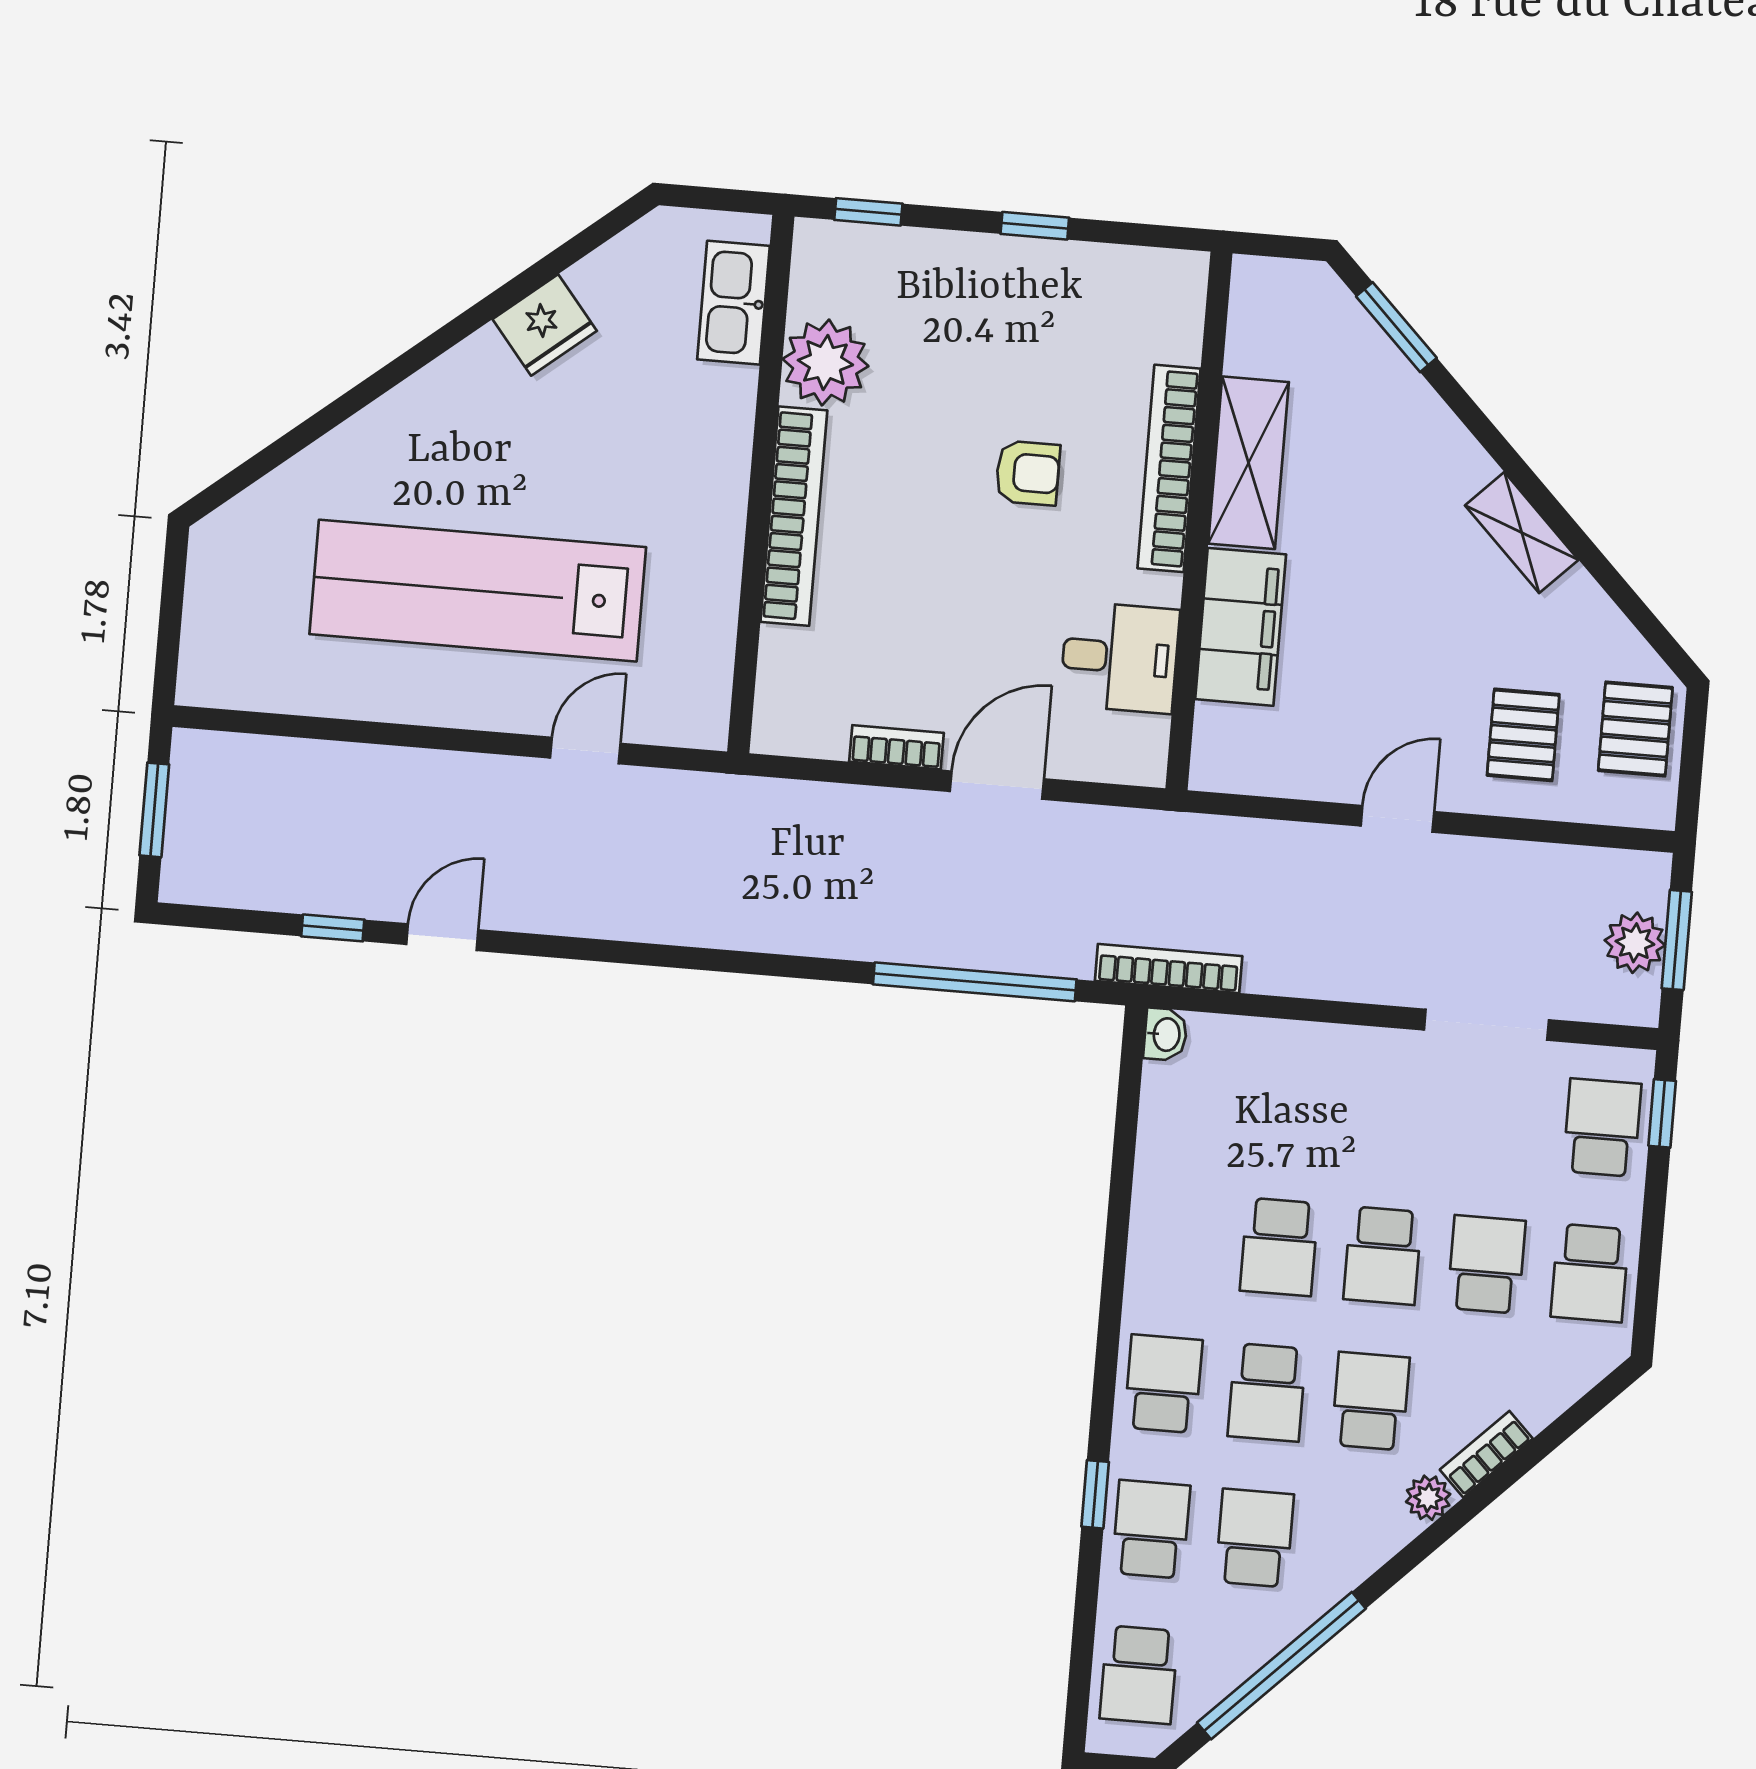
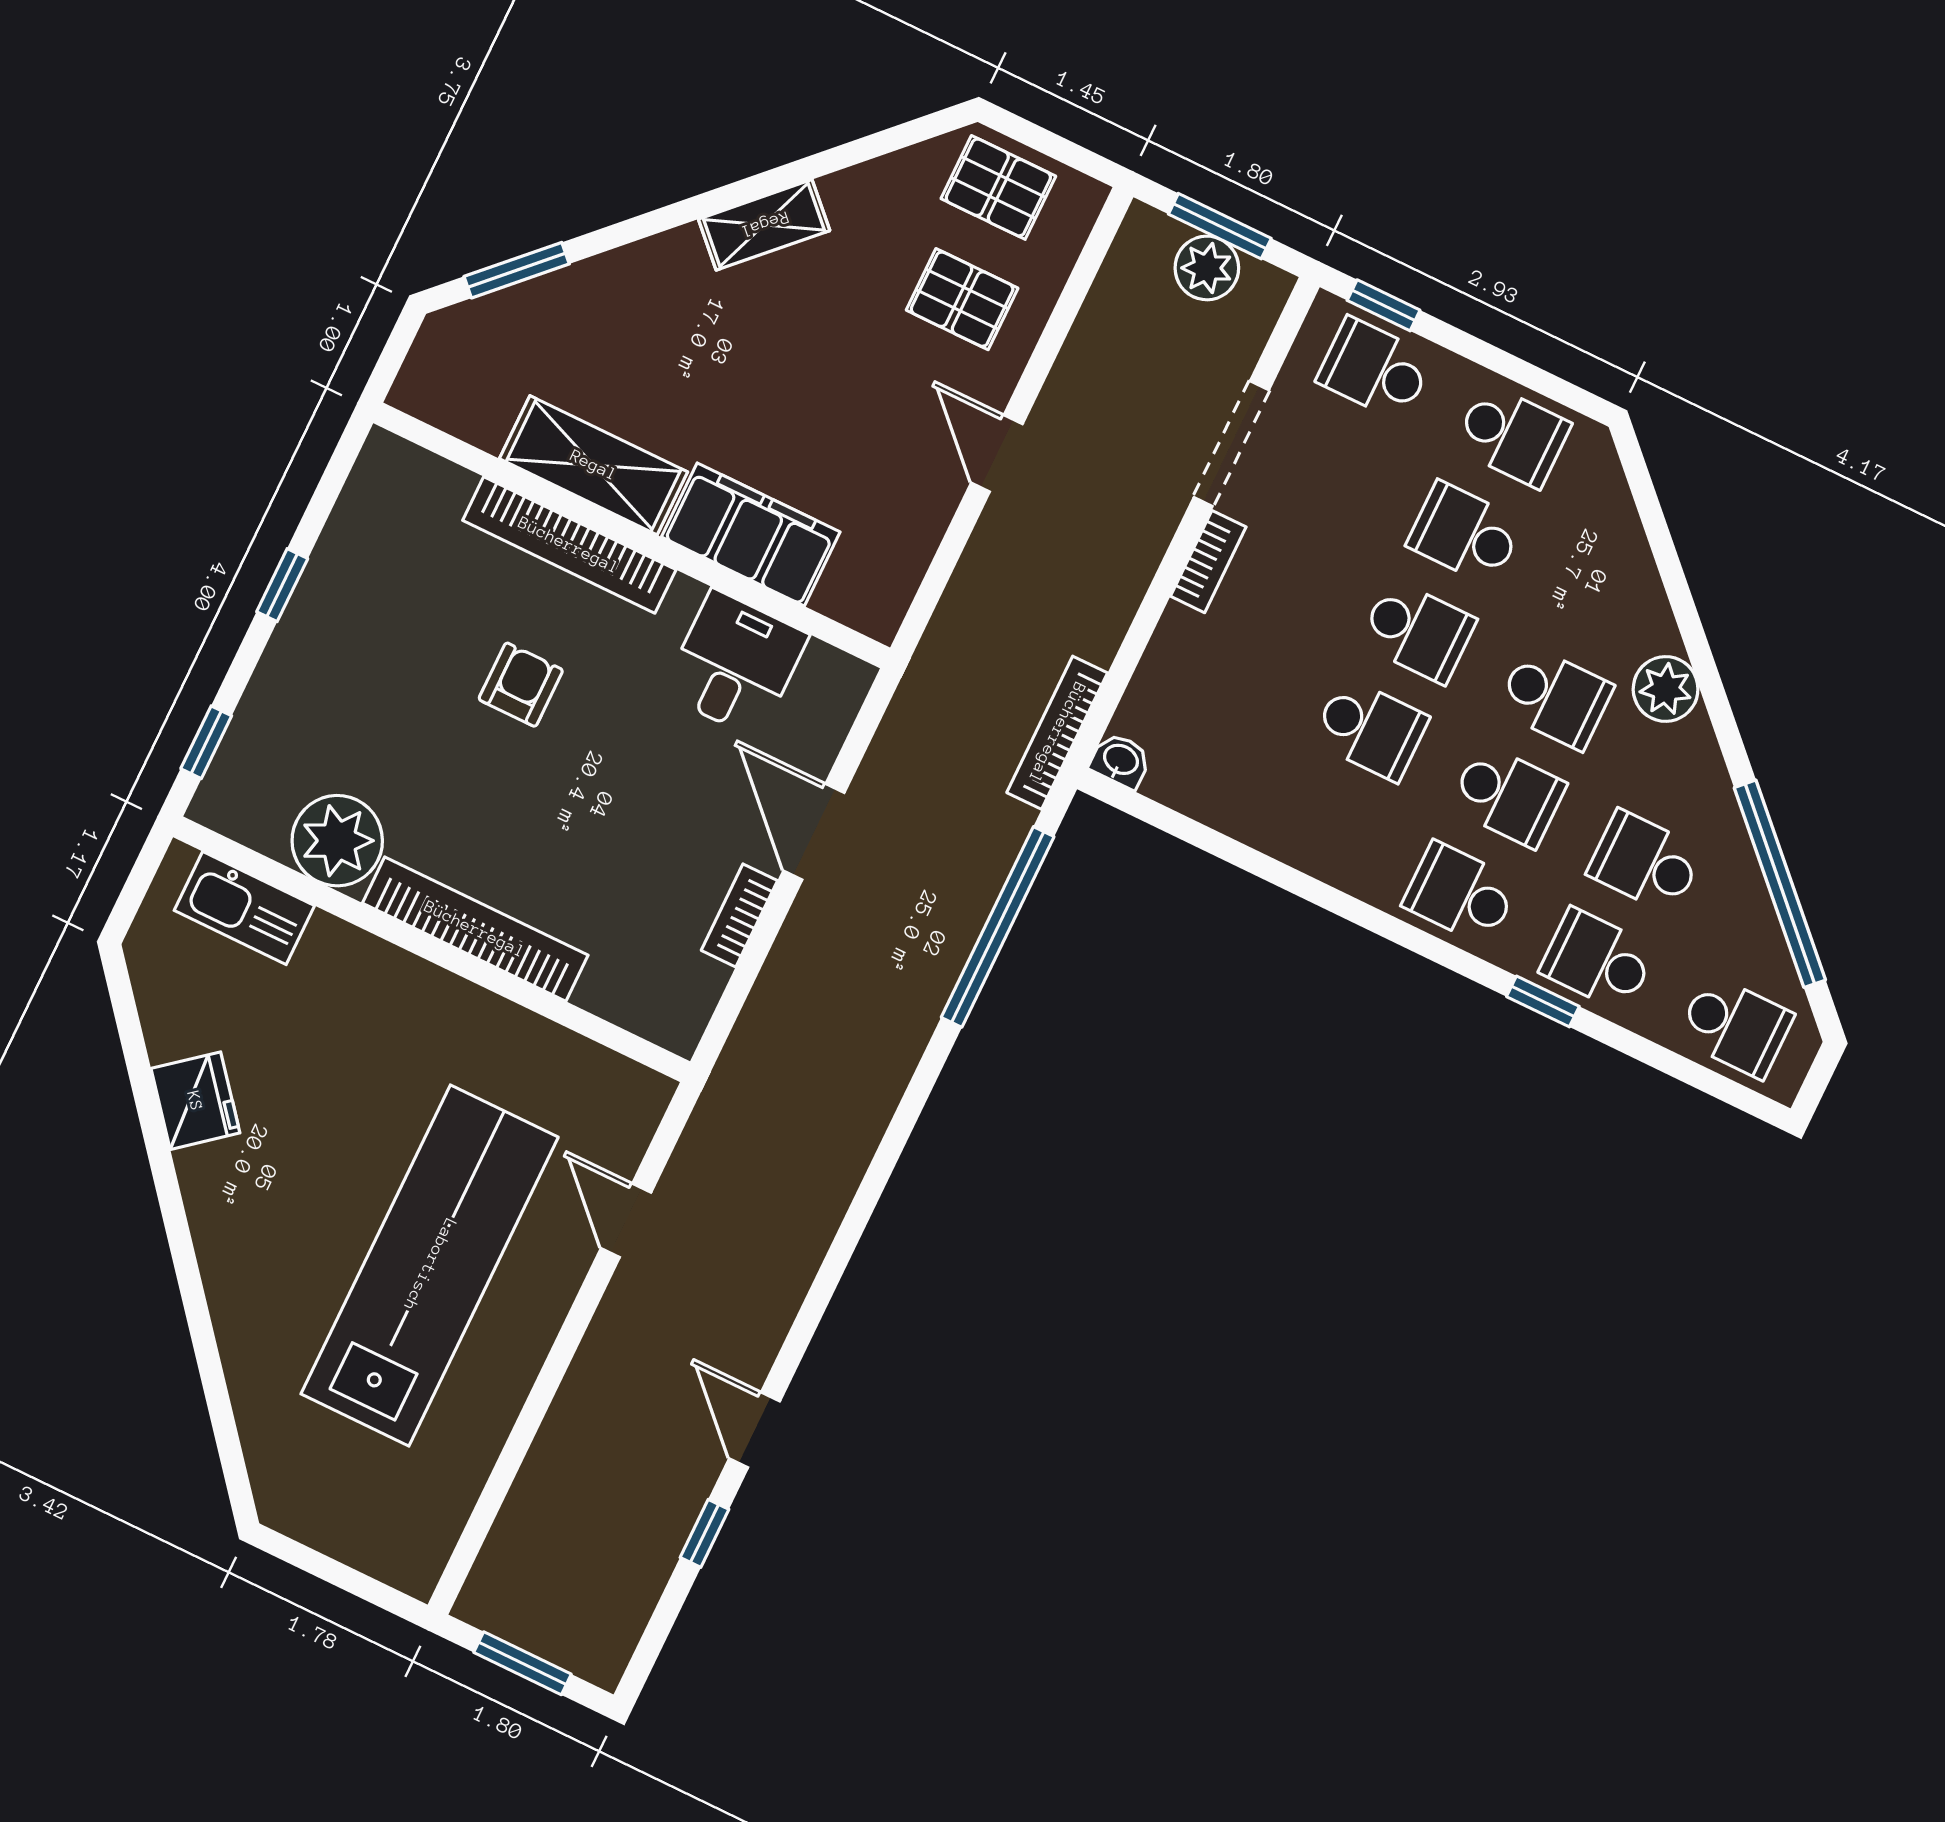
lab bench: (478, 591) -> (430, 1265), turned 180
school desk: (1370, 1401) -> (1555, 698), turned 180
bookcase: (1486, 1454) -> (1208, 562), moved, turned -135
plant: (1428, 1498) -> (1666, 689), width x1.38, depth x1.38

